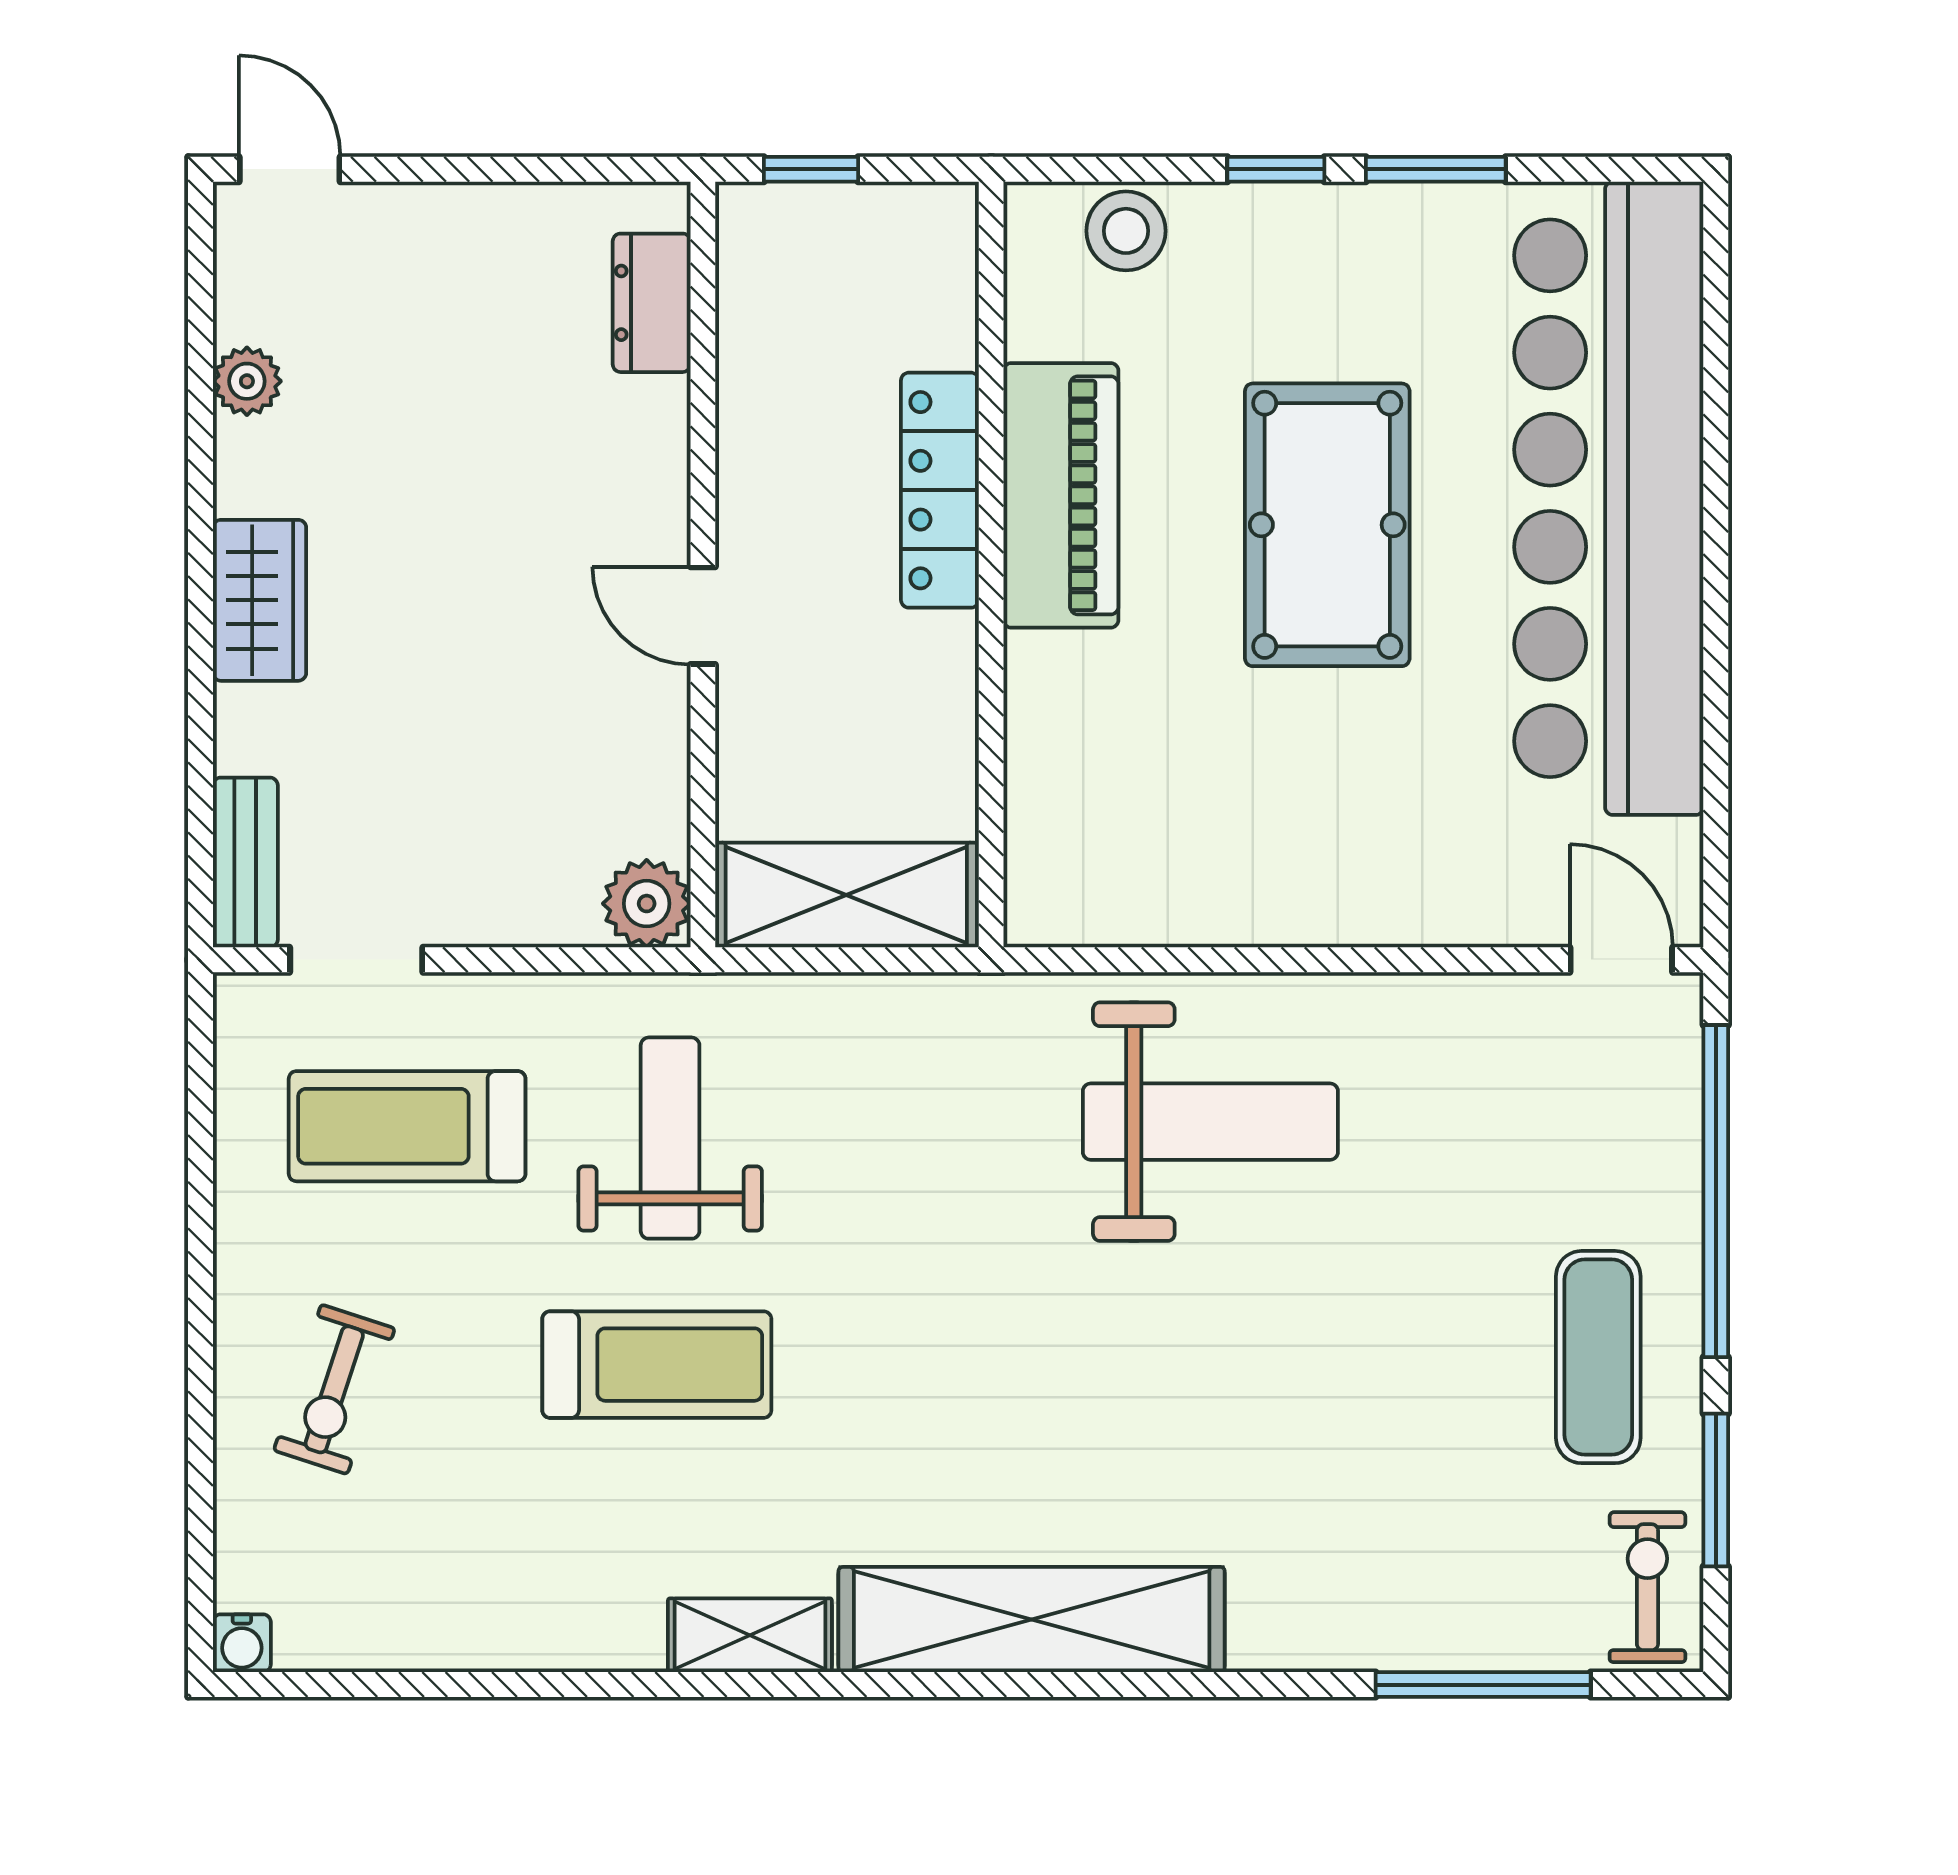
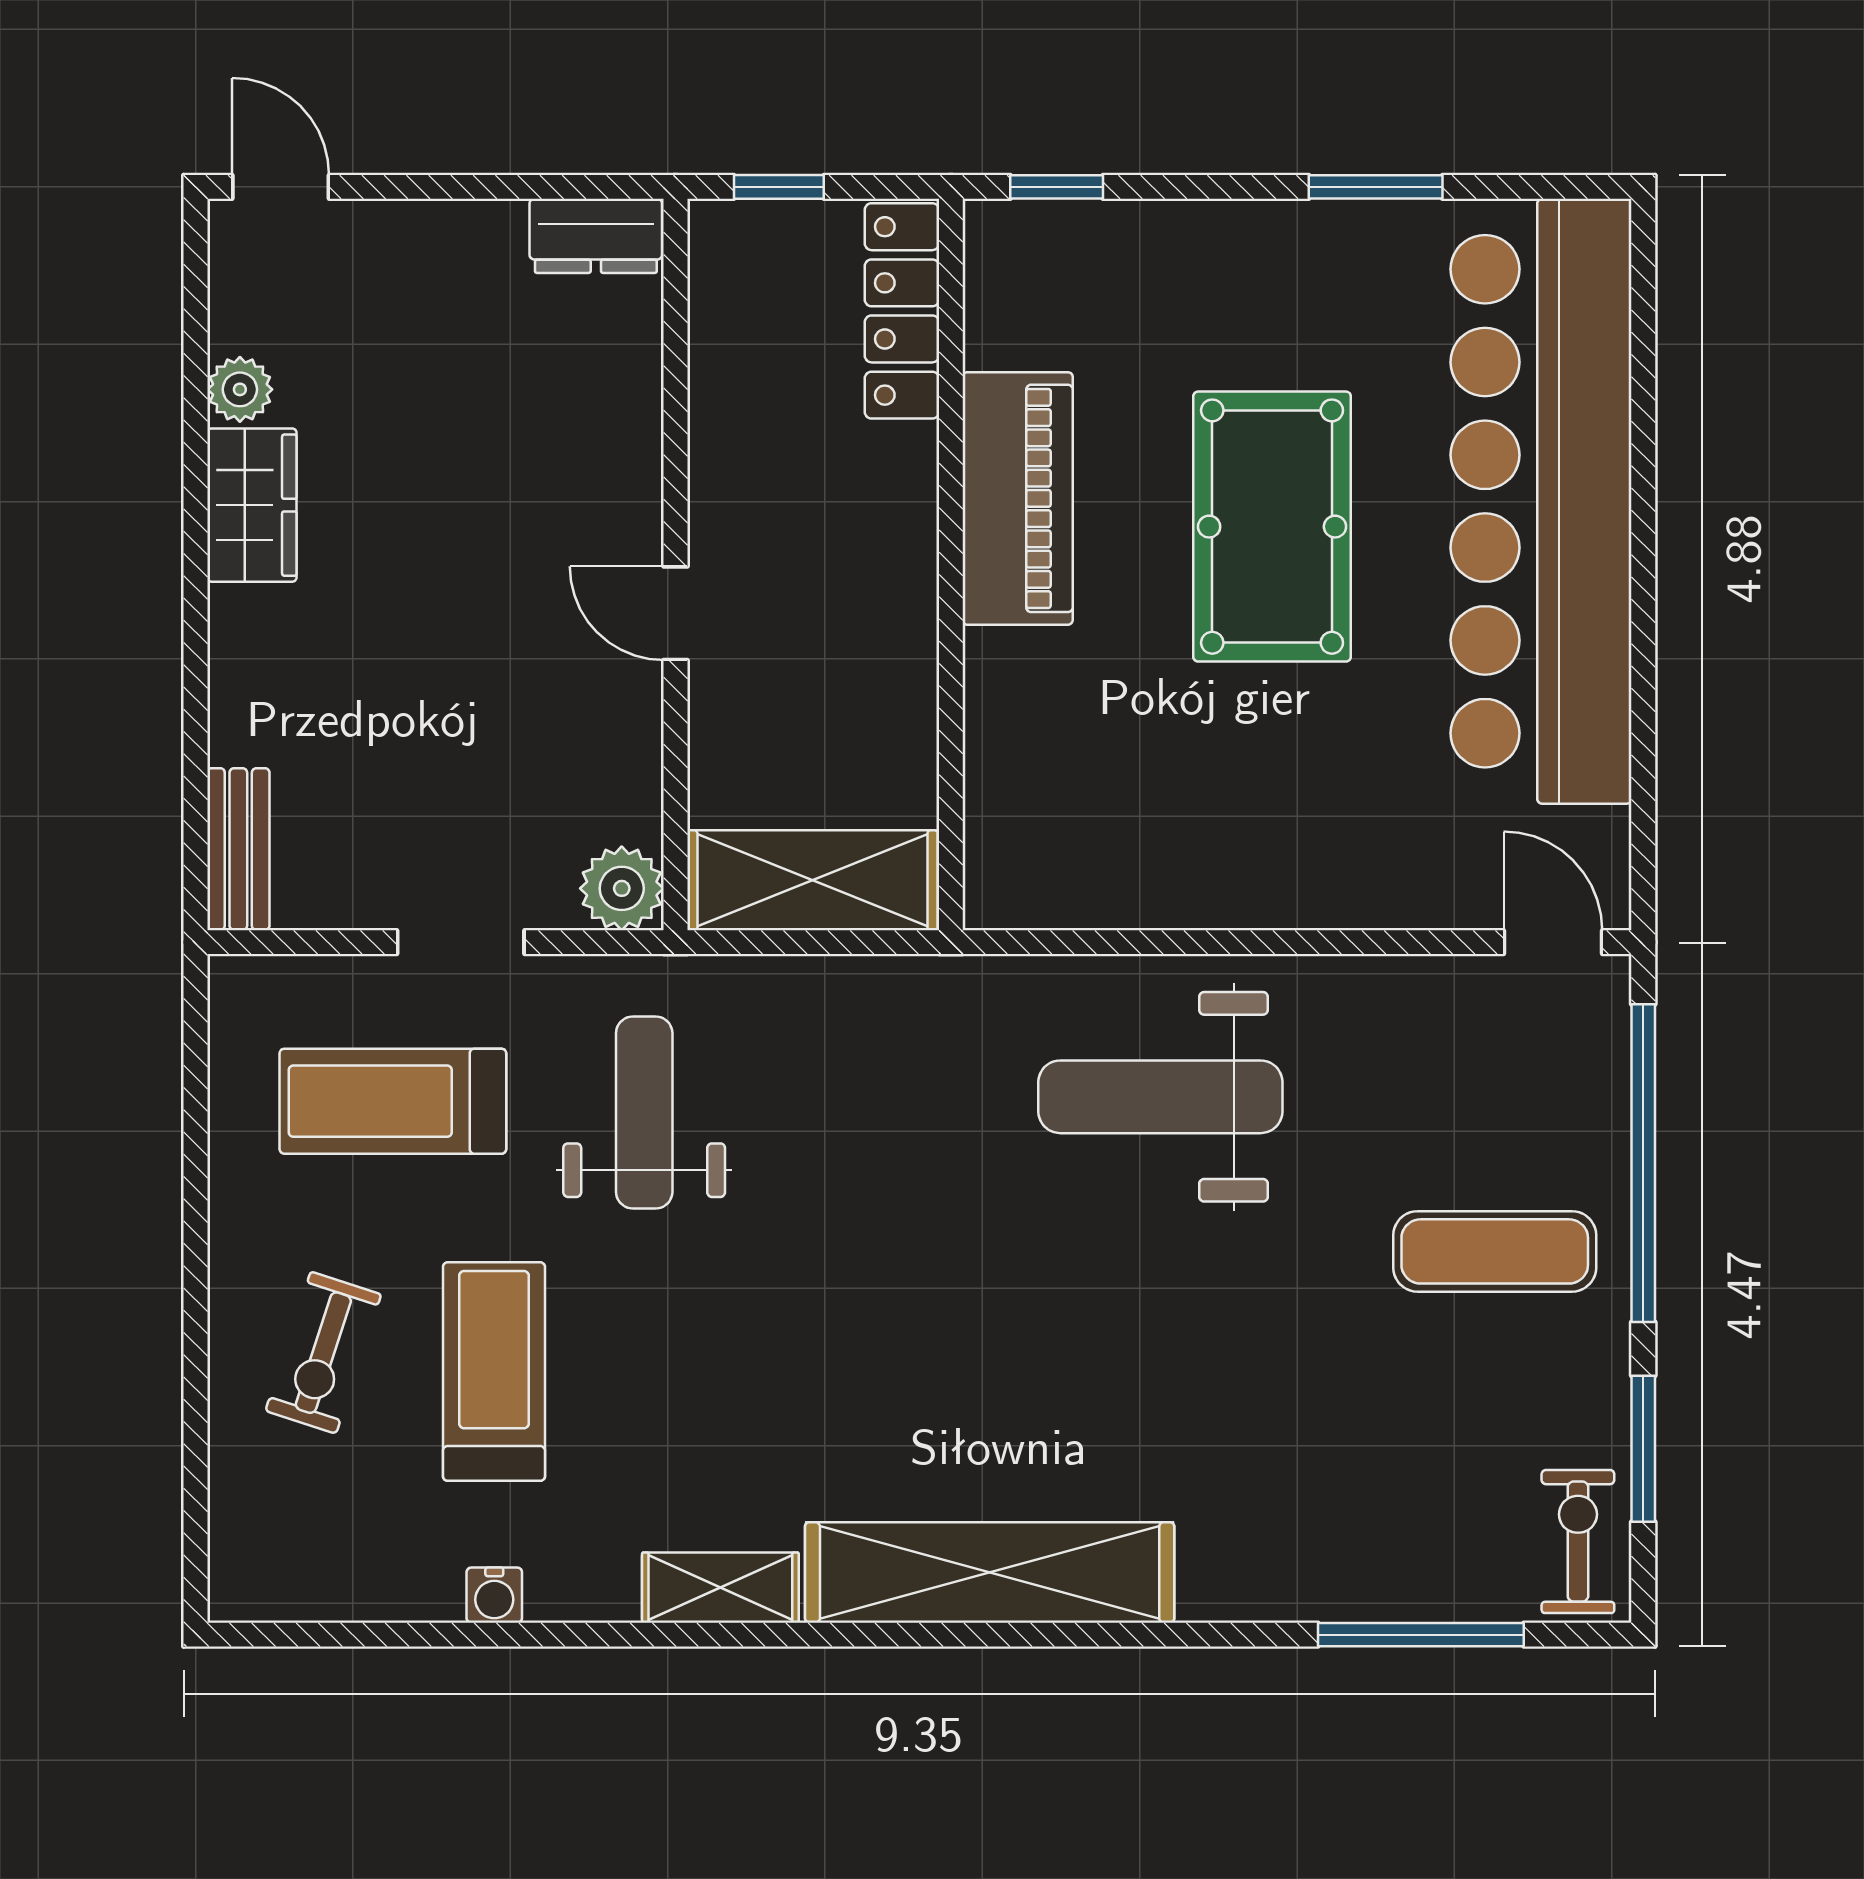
window: (1276, 169) -> (1057, 187), moved
stool: (1126, 231) -> (1080, 246), removed
dresser: (652, 303) -> (596, 236), moved, turned -90
locker: (940, 490) -> (902, 311), moved
wardrobe: (260, 600) -> (252, 505), moved
doorway: (356, 960) -> (461, 942), moved
weight bench: (1210, 1122) -> (1160, 1097), turned 180
exercise mat: (1598, 1357) -> (1495, 1251), moved, turned 90
treadmill: (657, 1365) -> (494, 1372), moved, turned -90
water cooler: (242, 1643) -> (494, 1595), moved

